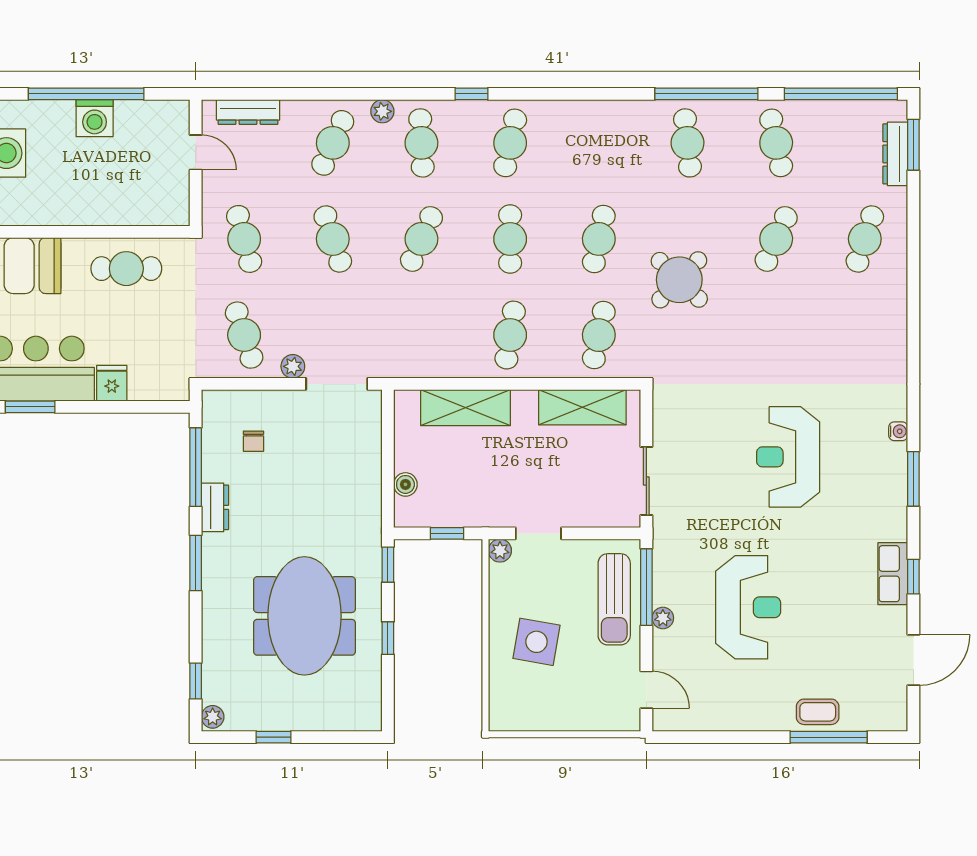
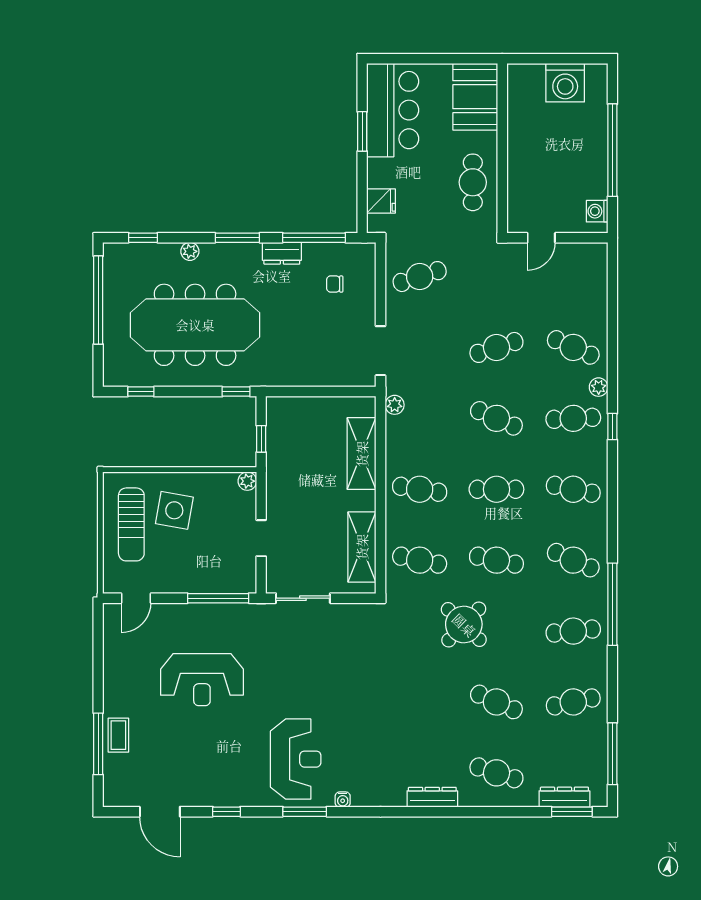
window: (472, 94) -> (612, 427), moved
window: (706, 94) -> (612, 604), moved
window: (841, 94) -> (612, 754), width x0.68
dresser: (248, 112) -> (432, 797), moved, turned 90
washing machine: (95, 118) -> (597, 211), moved, width x0.73, depth x0.73
door: (196, 152) -> (541, 238), moved
cafe table: (244, 239) -> (573, 560), moved, turned 39
plant: (293, 366) -> (395, 405), moved
fridge: (112, 383) -> (381, 201), moved
window: (30, 407) -> (362, 131), moved
reception desk: (788, 457) -> (296, 759), moved, turned 90
boiler: (405, 484) -> (300, 406), removed
doorway: (538, 533) -> (261, 538), moved
row of seats: (893, 574) -> (229, 795), removed
sun lounger: (614, 599) -> (131, 524), moved, turned -90
meeting table: (304, 616) -> (195, 325), width x1.36
plant: (663, 618) -> (193, 611), removed
window: (388, 638) -> (141, 392), moved
plant: (213, 717) -> (190, 251), moved
window: (274, 737) -> (98, 300), width x3.17

